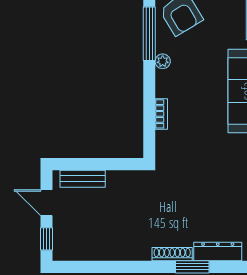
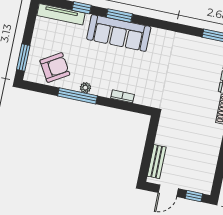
window: (149, 34) -> (77, 96), moved

